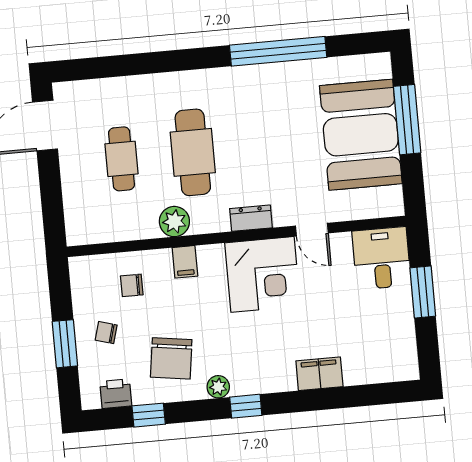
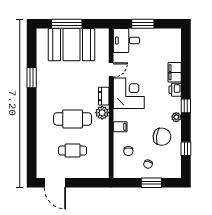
window: (278, 51) -> (32, 78), width x0.47
plant: (174, 222) -> (102, 113), moved
printer: (116, 394) -> (175, 90), moved

